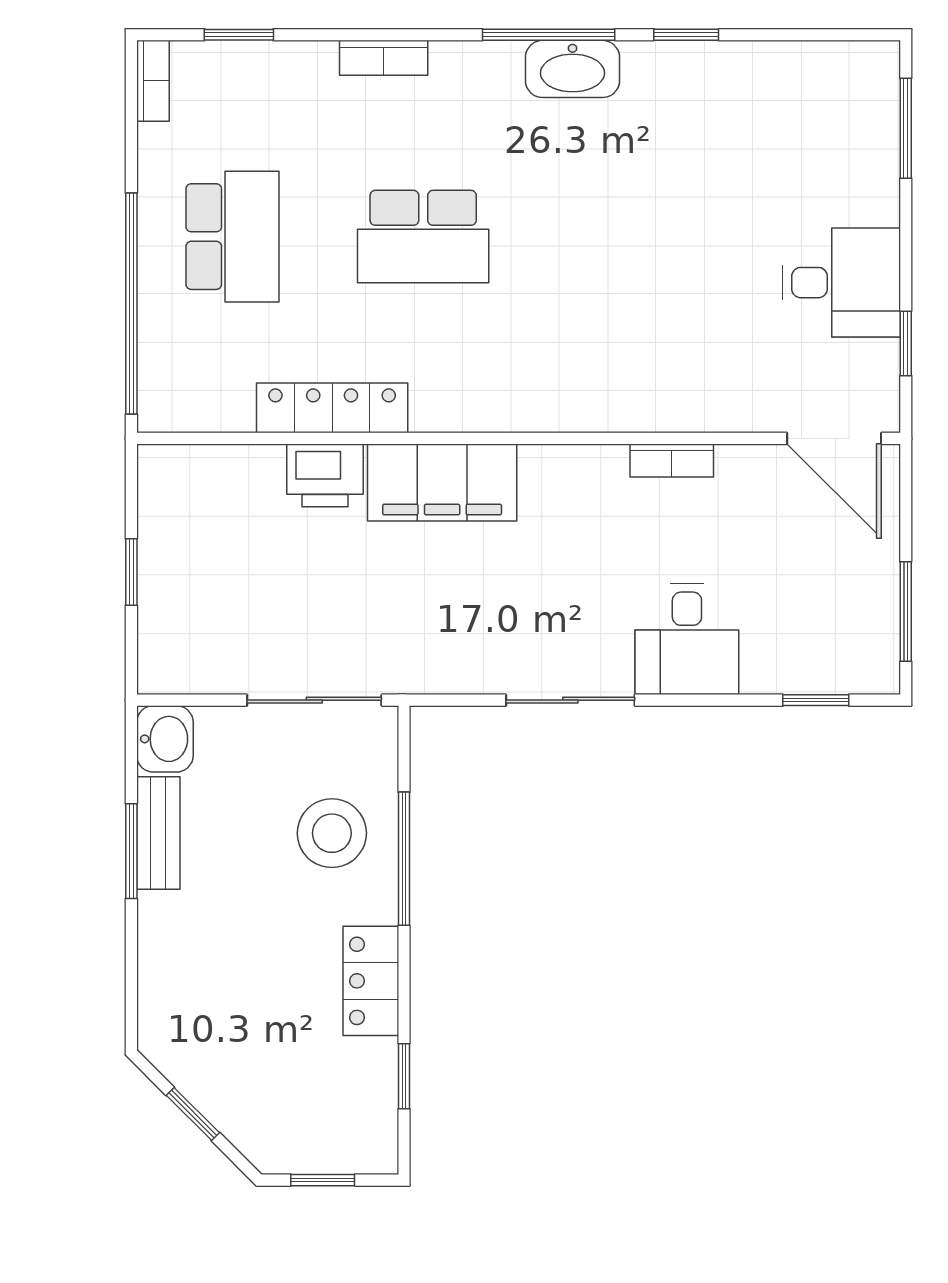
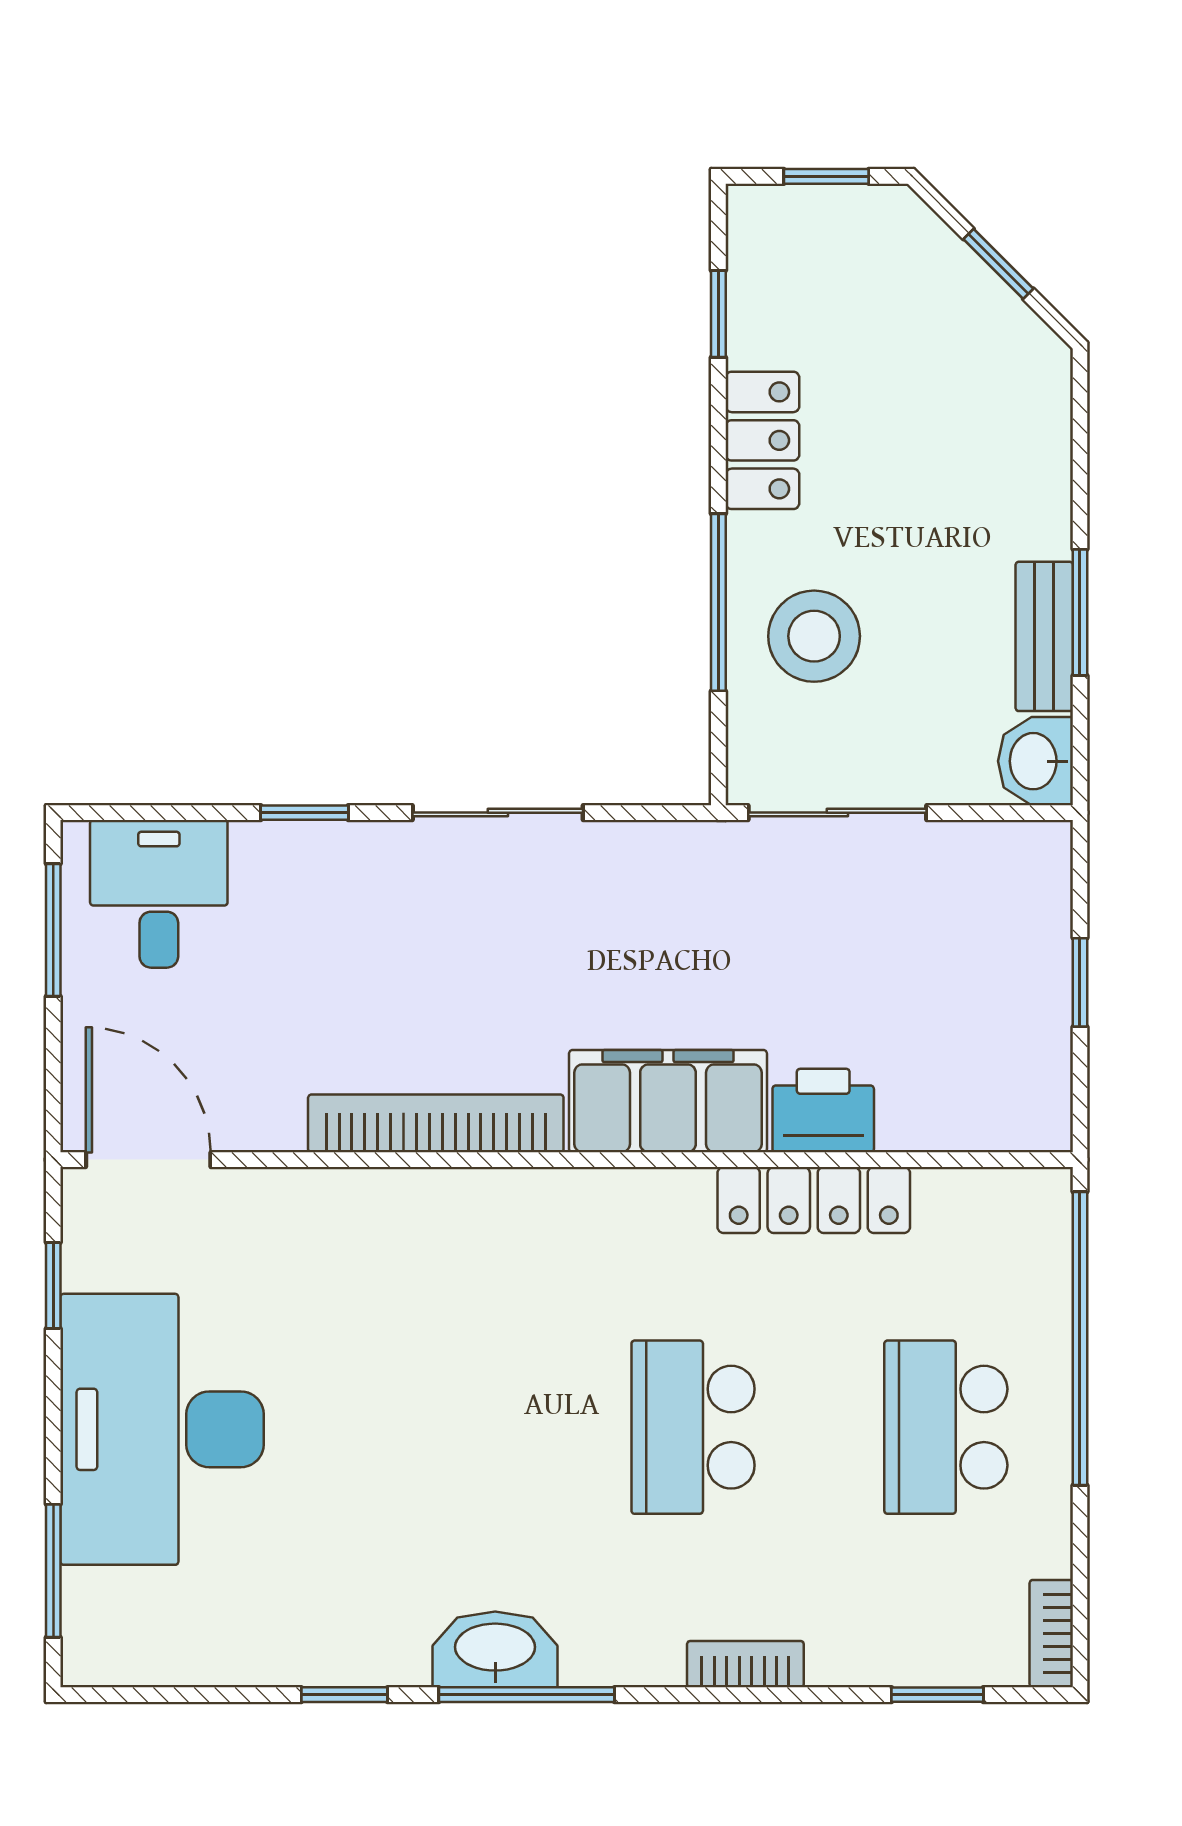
school desk: (423, 237) -> (693, 1427), turned -90
desk: (841, 283) -> (162, 1429), width x1.87, depth x1.30
bookcase: (672, 460) -> (436, 1123), width x2.31, depth x1.31
desk: (687, 639) -> (159, 894), moved
window: (816, 700) -> (304, 813), moved

